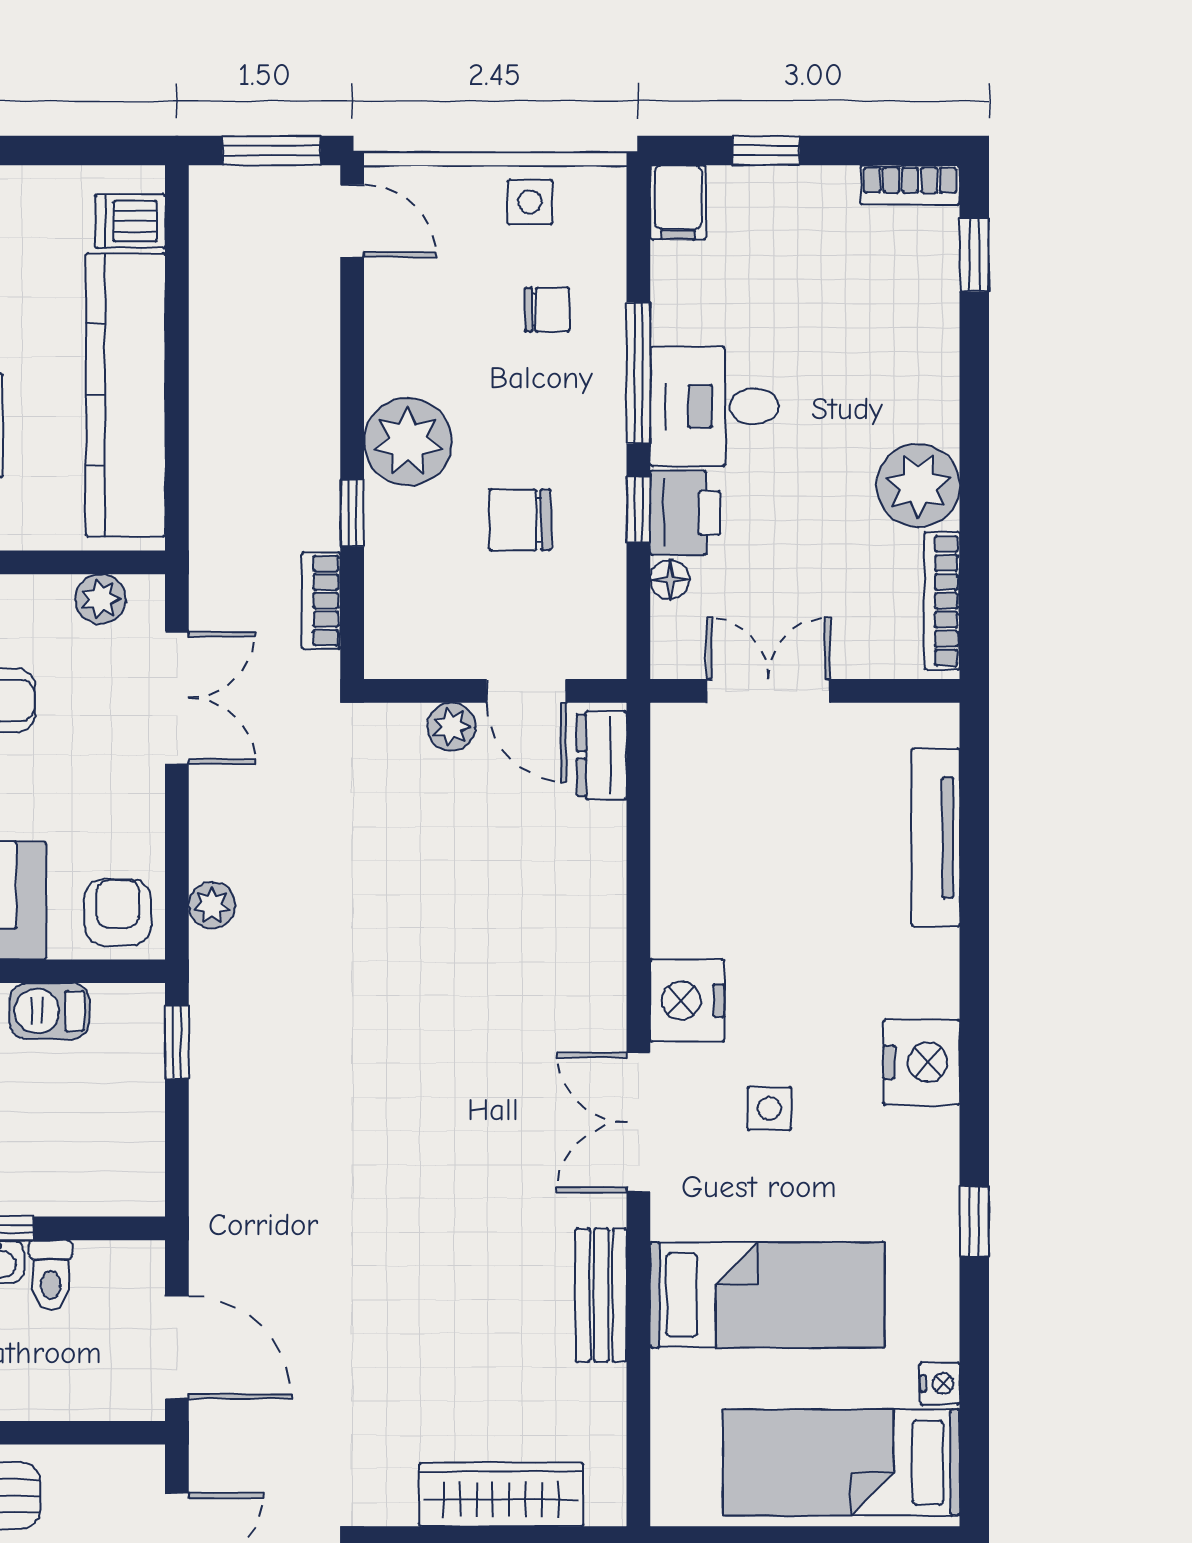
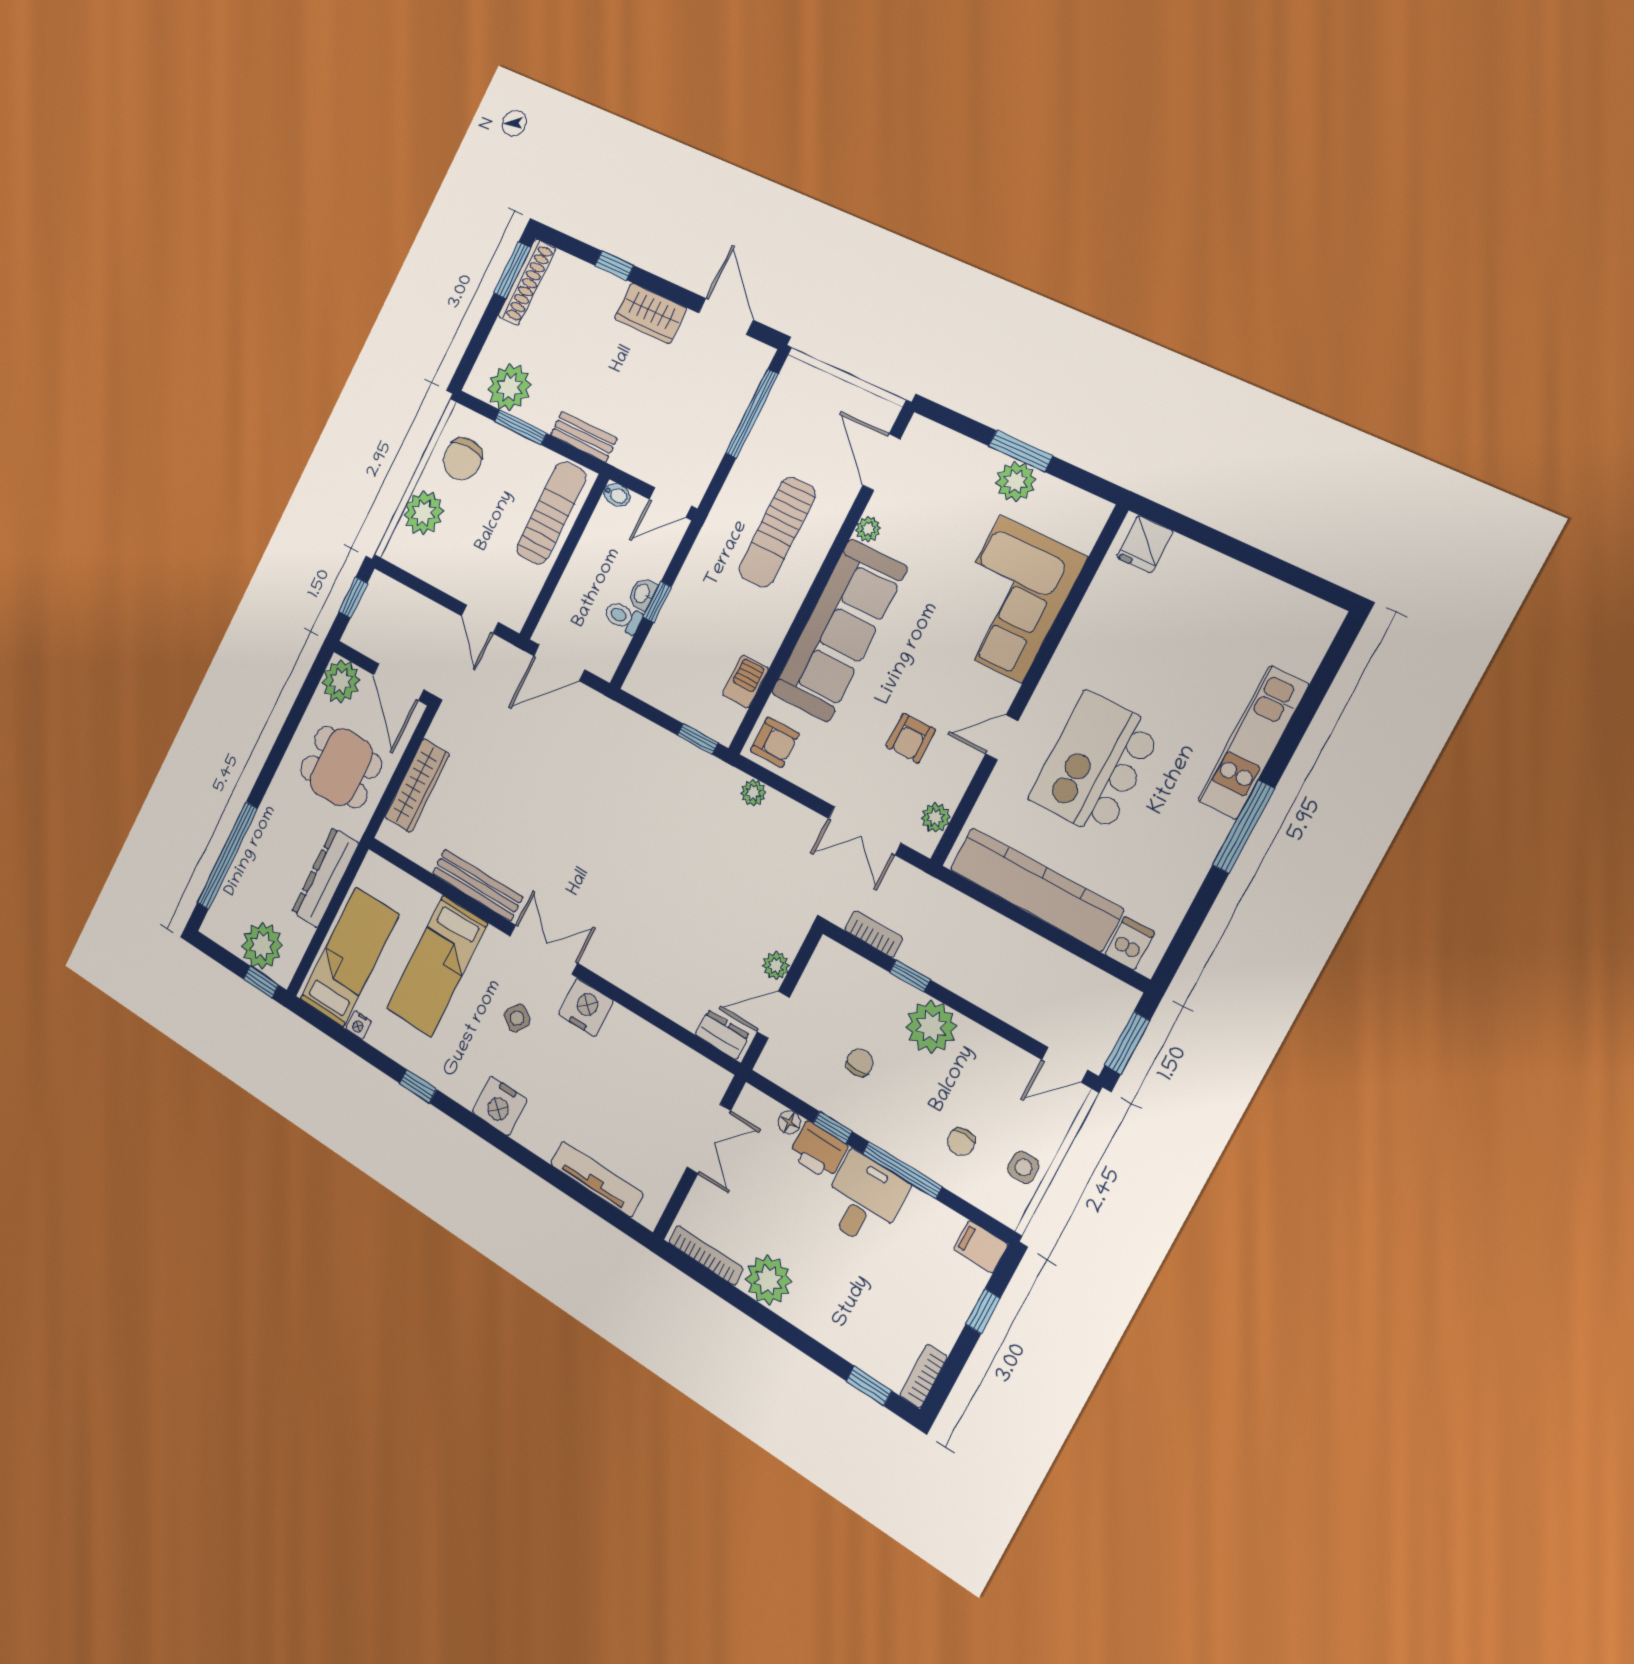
chair: (520, 520) -> (860, 1062), width x0.73, depth x0.73
side table: (769, 1108) -> (517, 1018), turned 36
bench: (601, 1295) -> (477, 885), width x1.36

